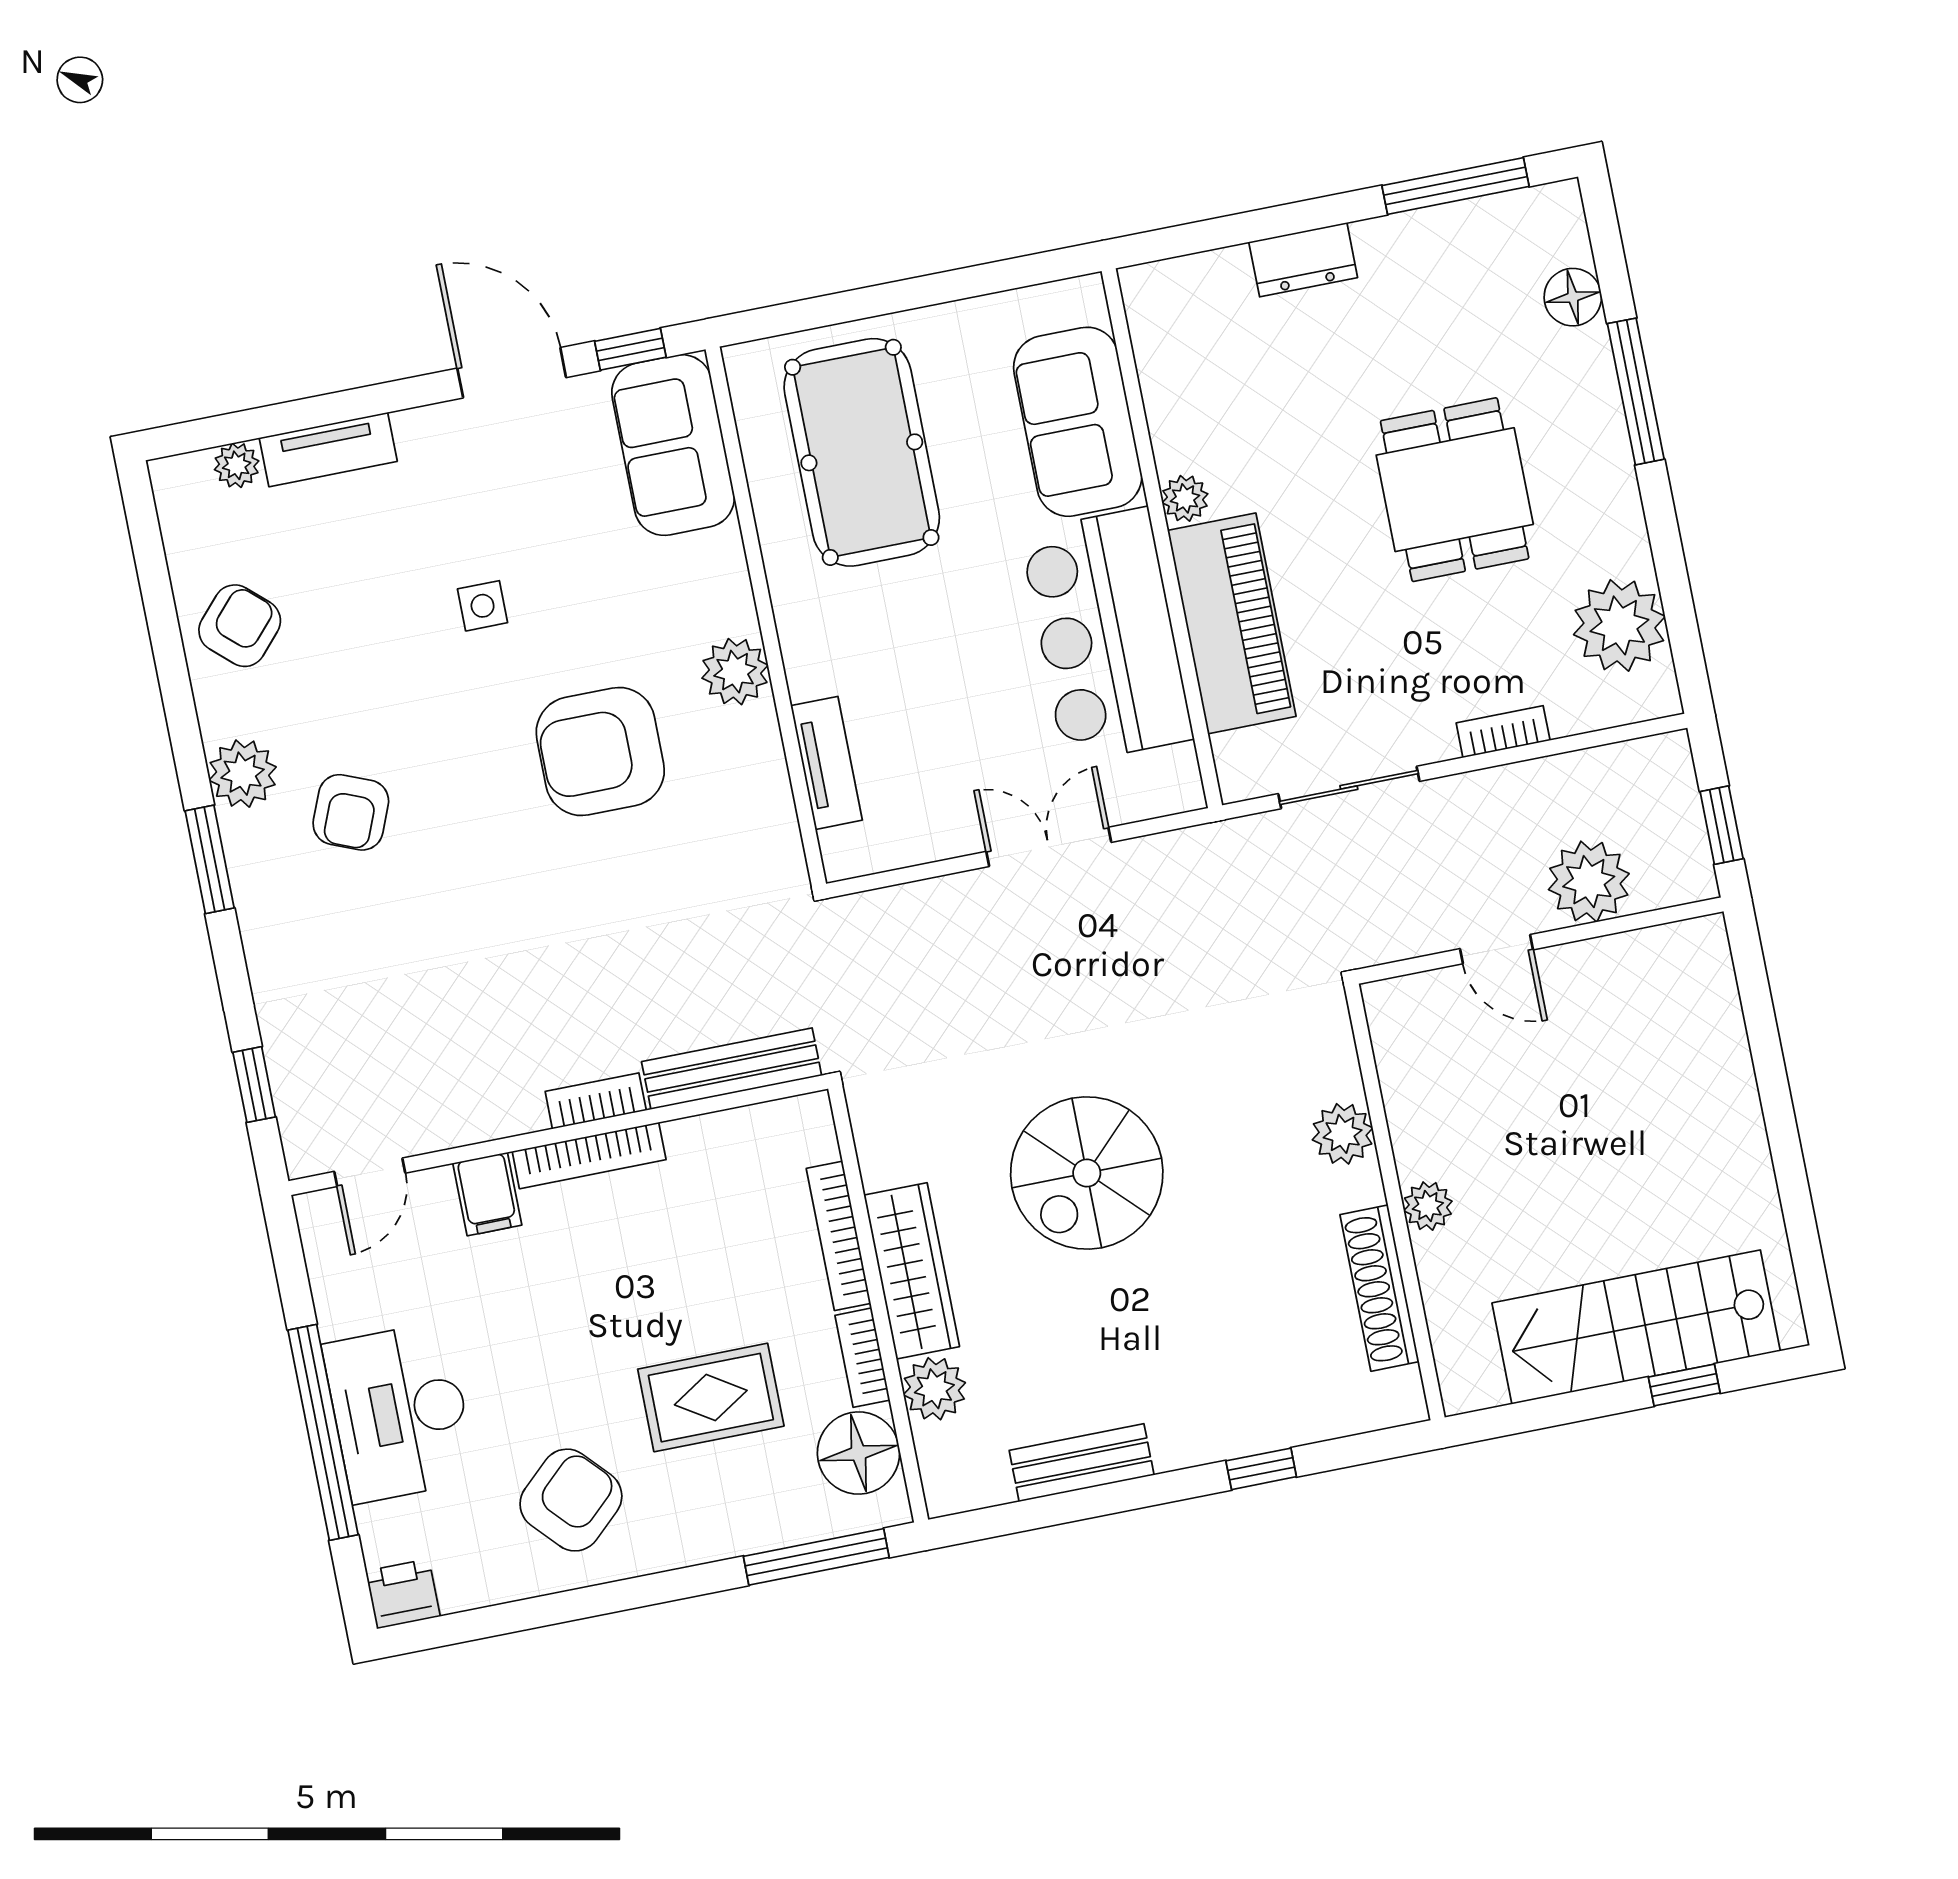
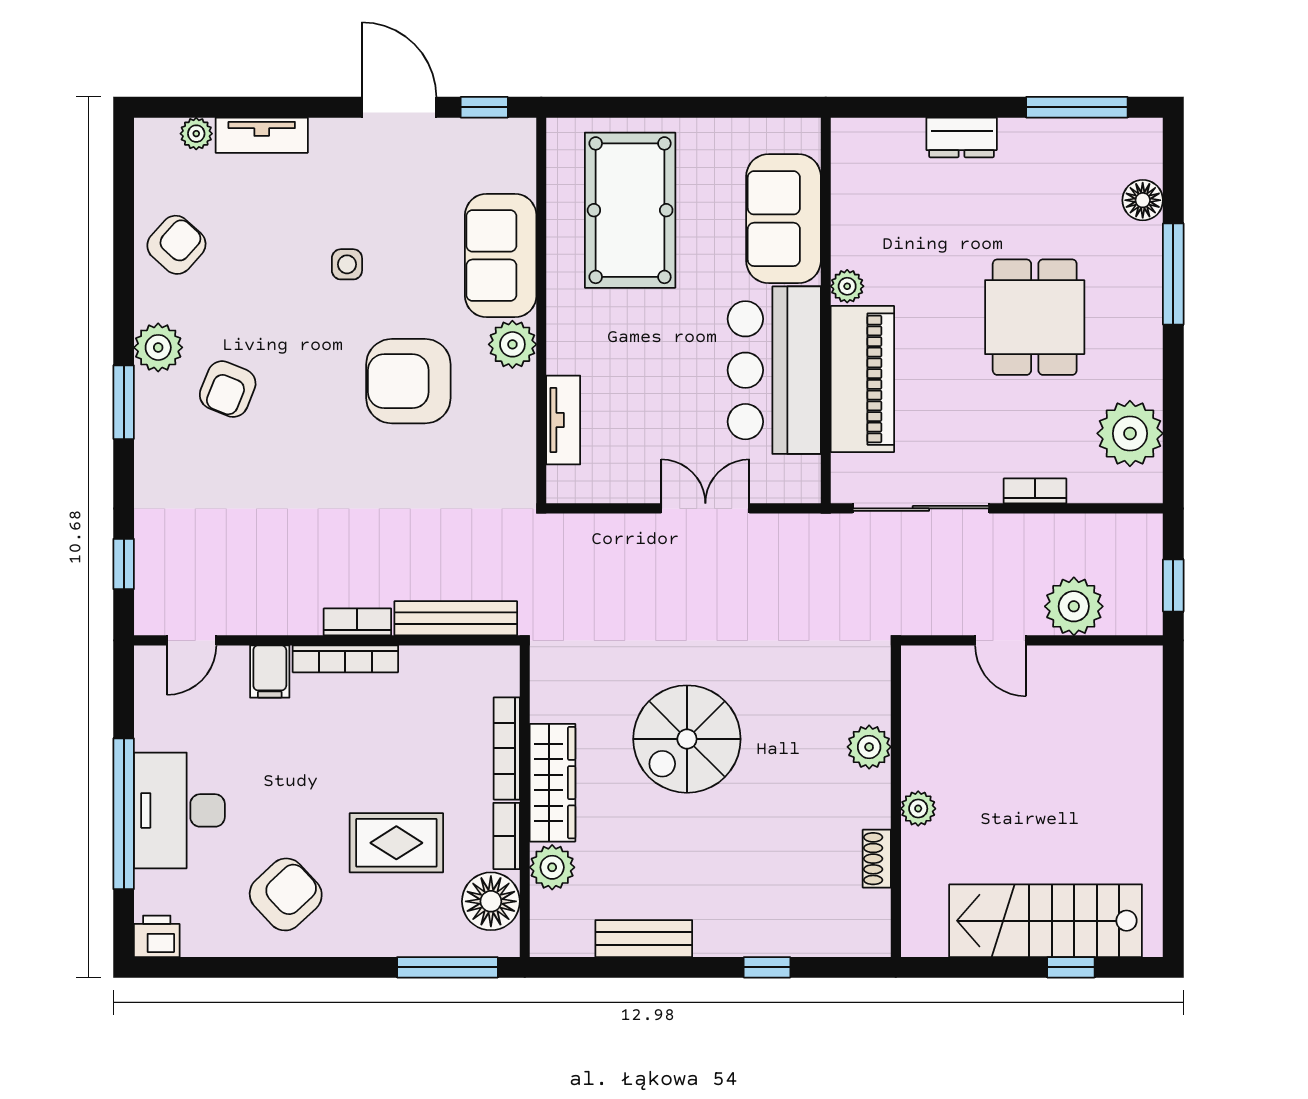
sofa: (673, 445) -> (501, 256), moved
sliding door: (1349, 787) -> (921, 508), width x1.37
shoe rack: (1379, 1288) -> (877, 859), width x0.51, depth x0.81

